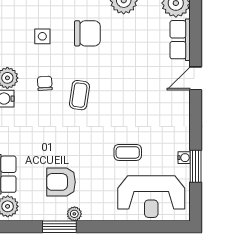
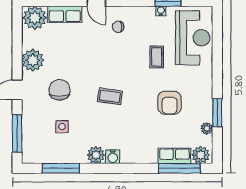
chair: (45, 83) -> (118, 27), moved
armchair: (61, 182) -> (170, 103), moved
plant: (74, 214) -> (207, 128), moved

